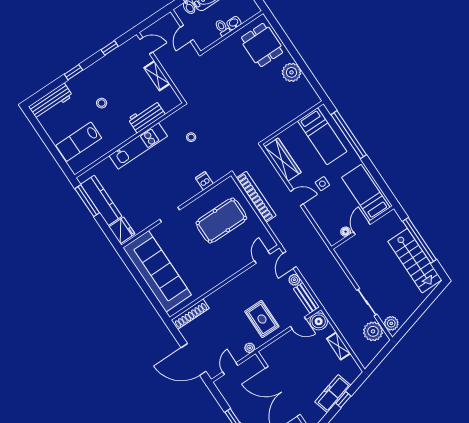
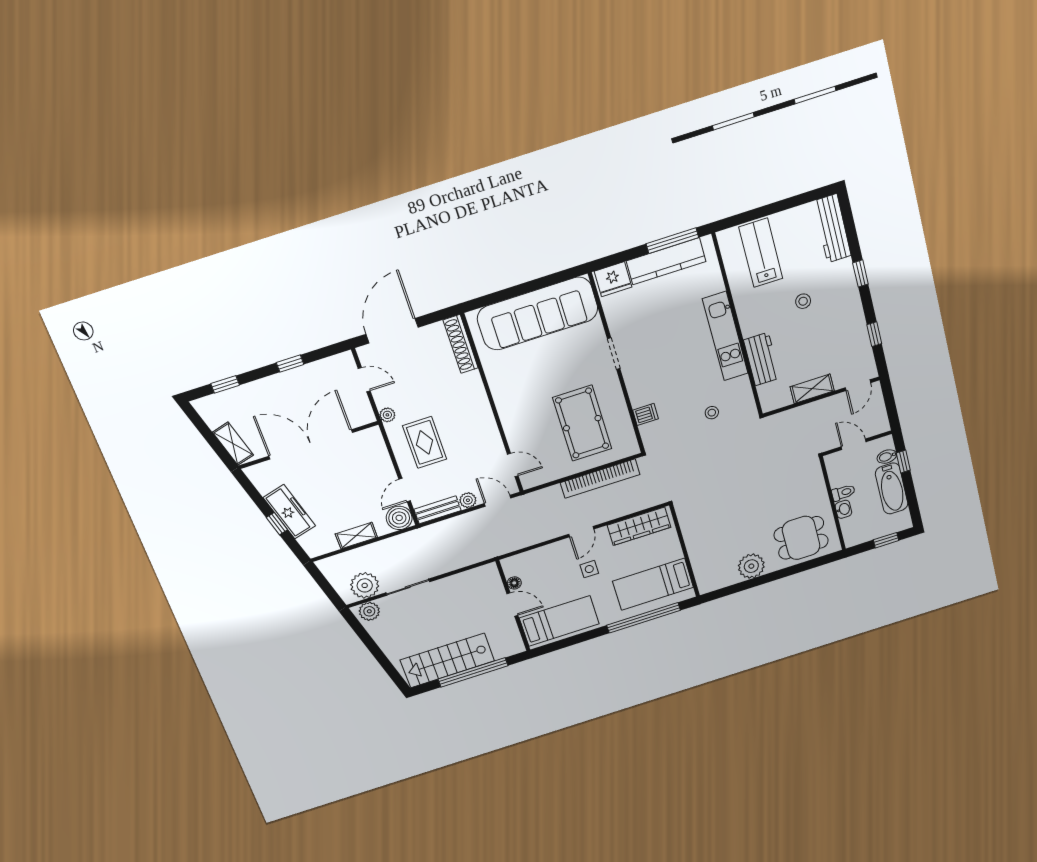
rug: (262, 319) -> (425, 442), turned 90

